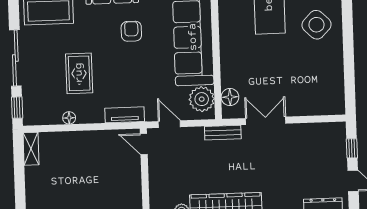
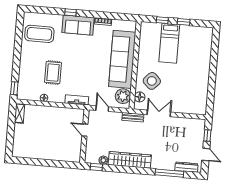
side table: (317, 25) -> (152, 81), moved
armchair: (131, 31) -> (86, 52), removed
sliding door: (15, 58) -> (17, 59), removed
door: (144, 144) -> (85, 130), moved

